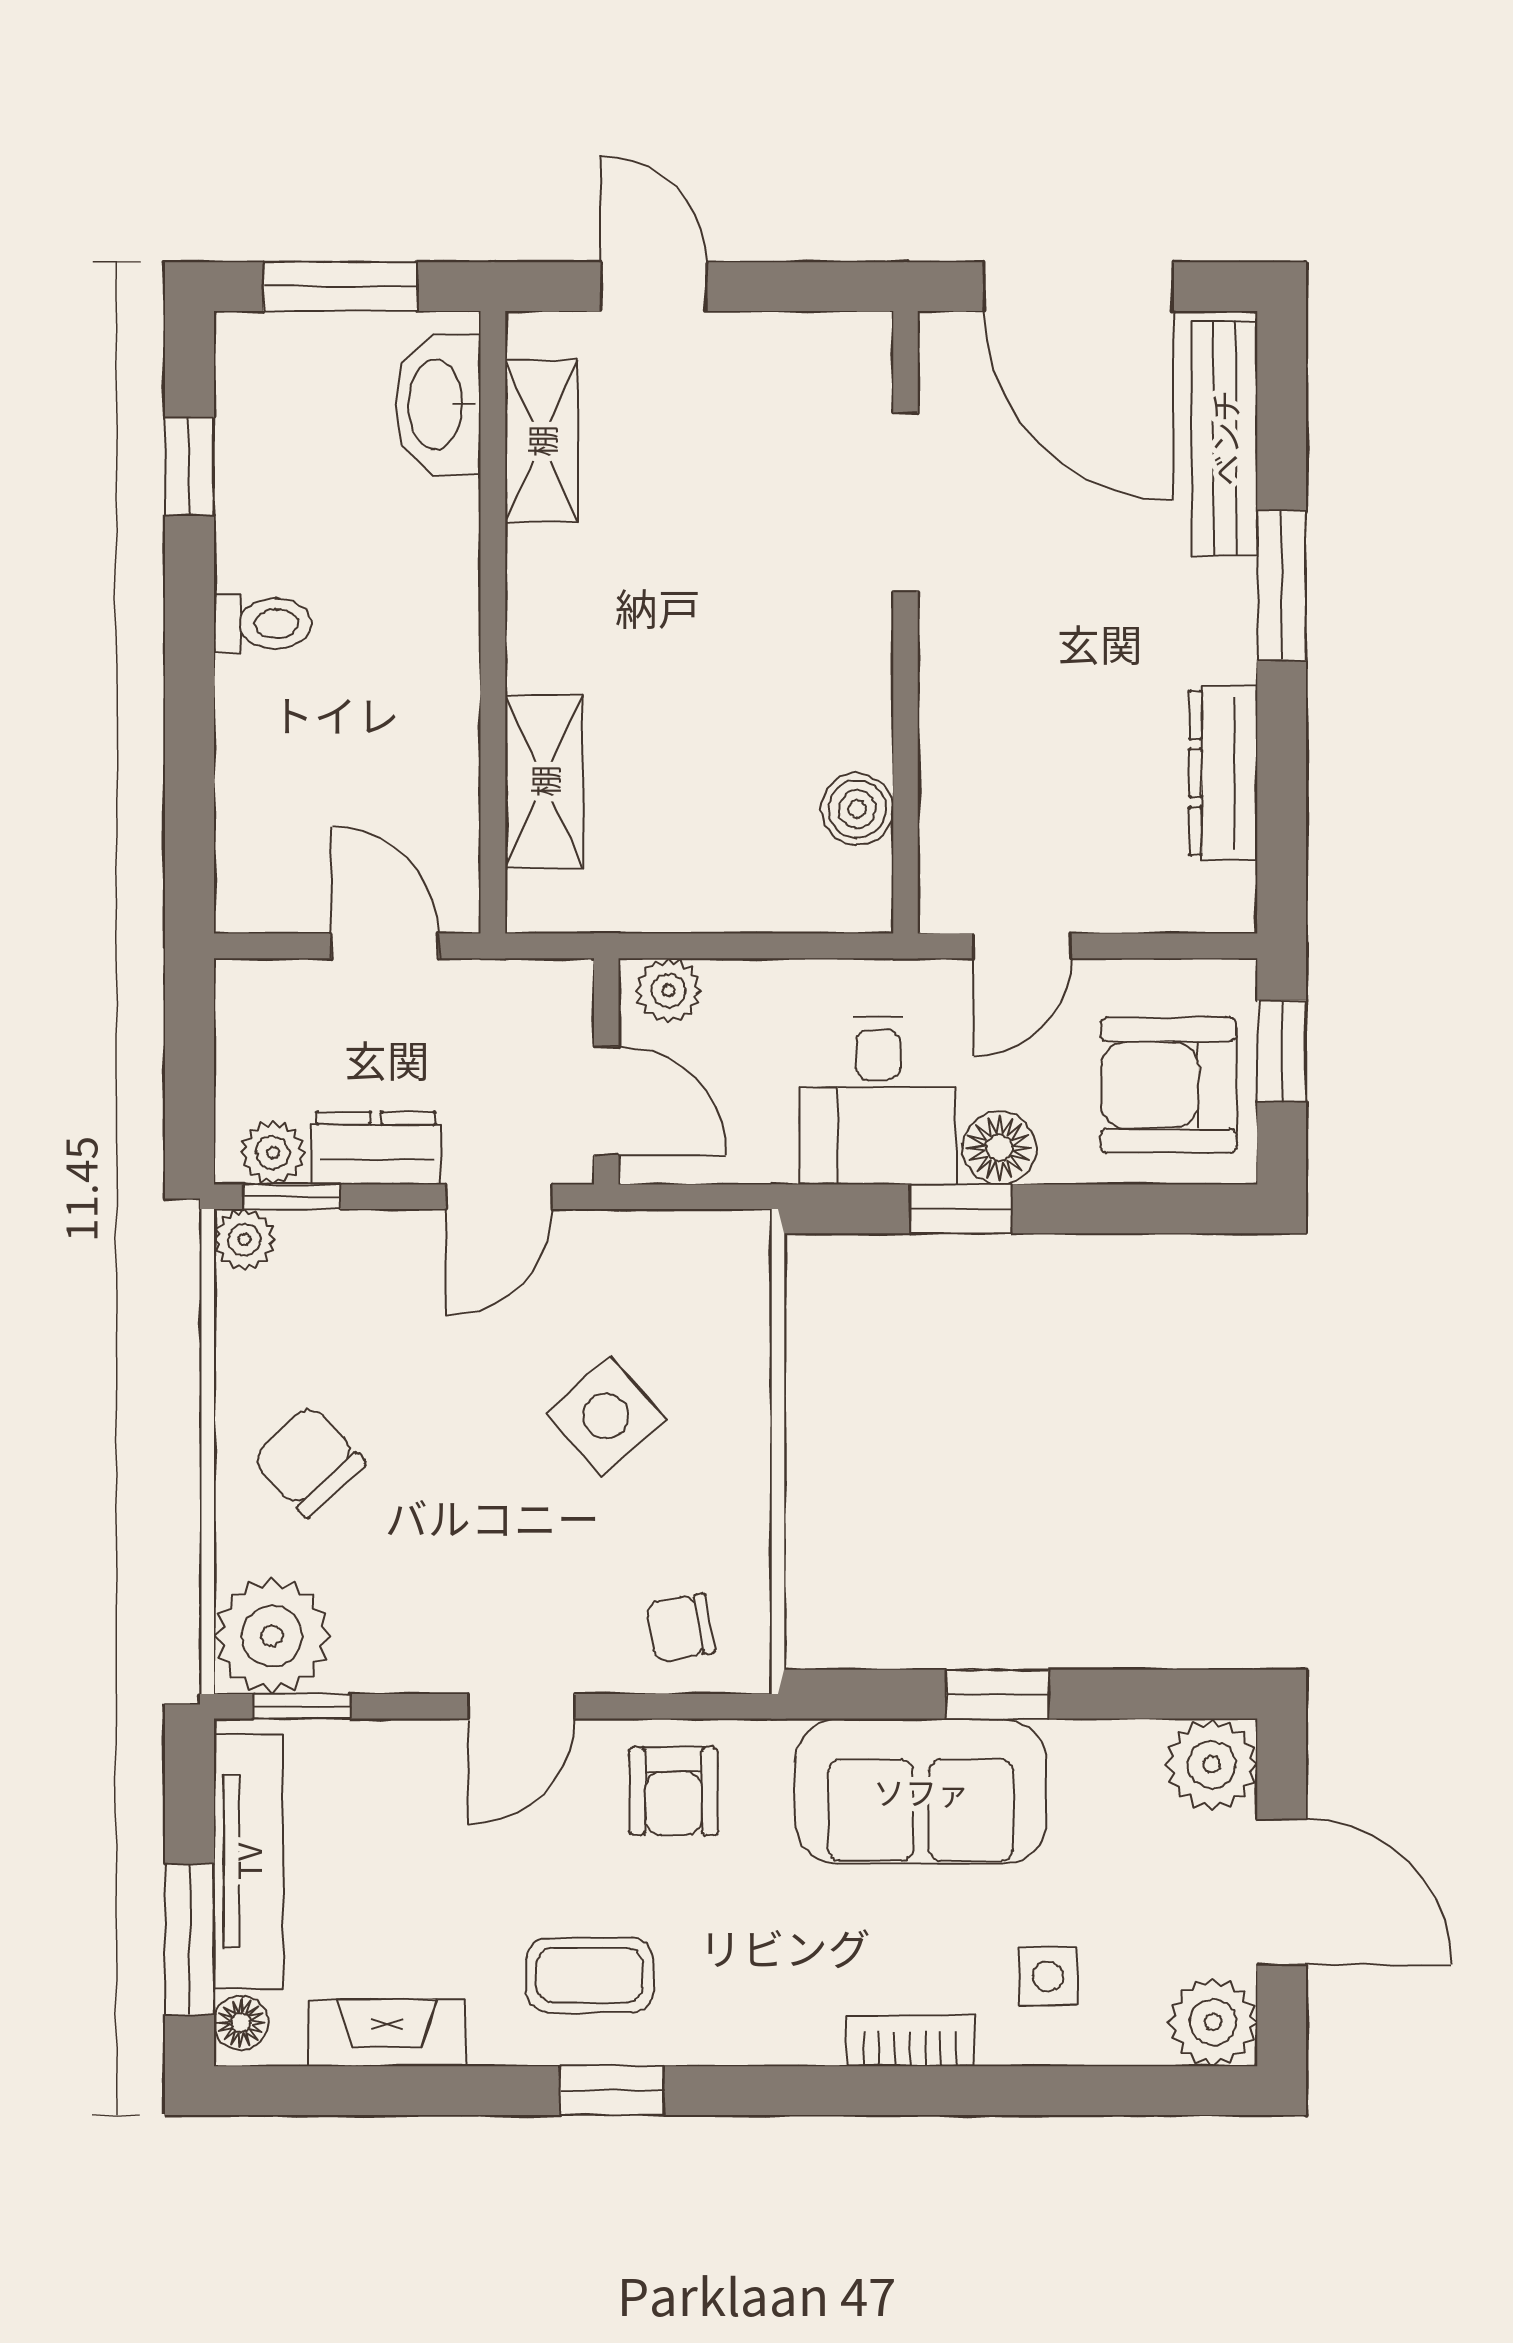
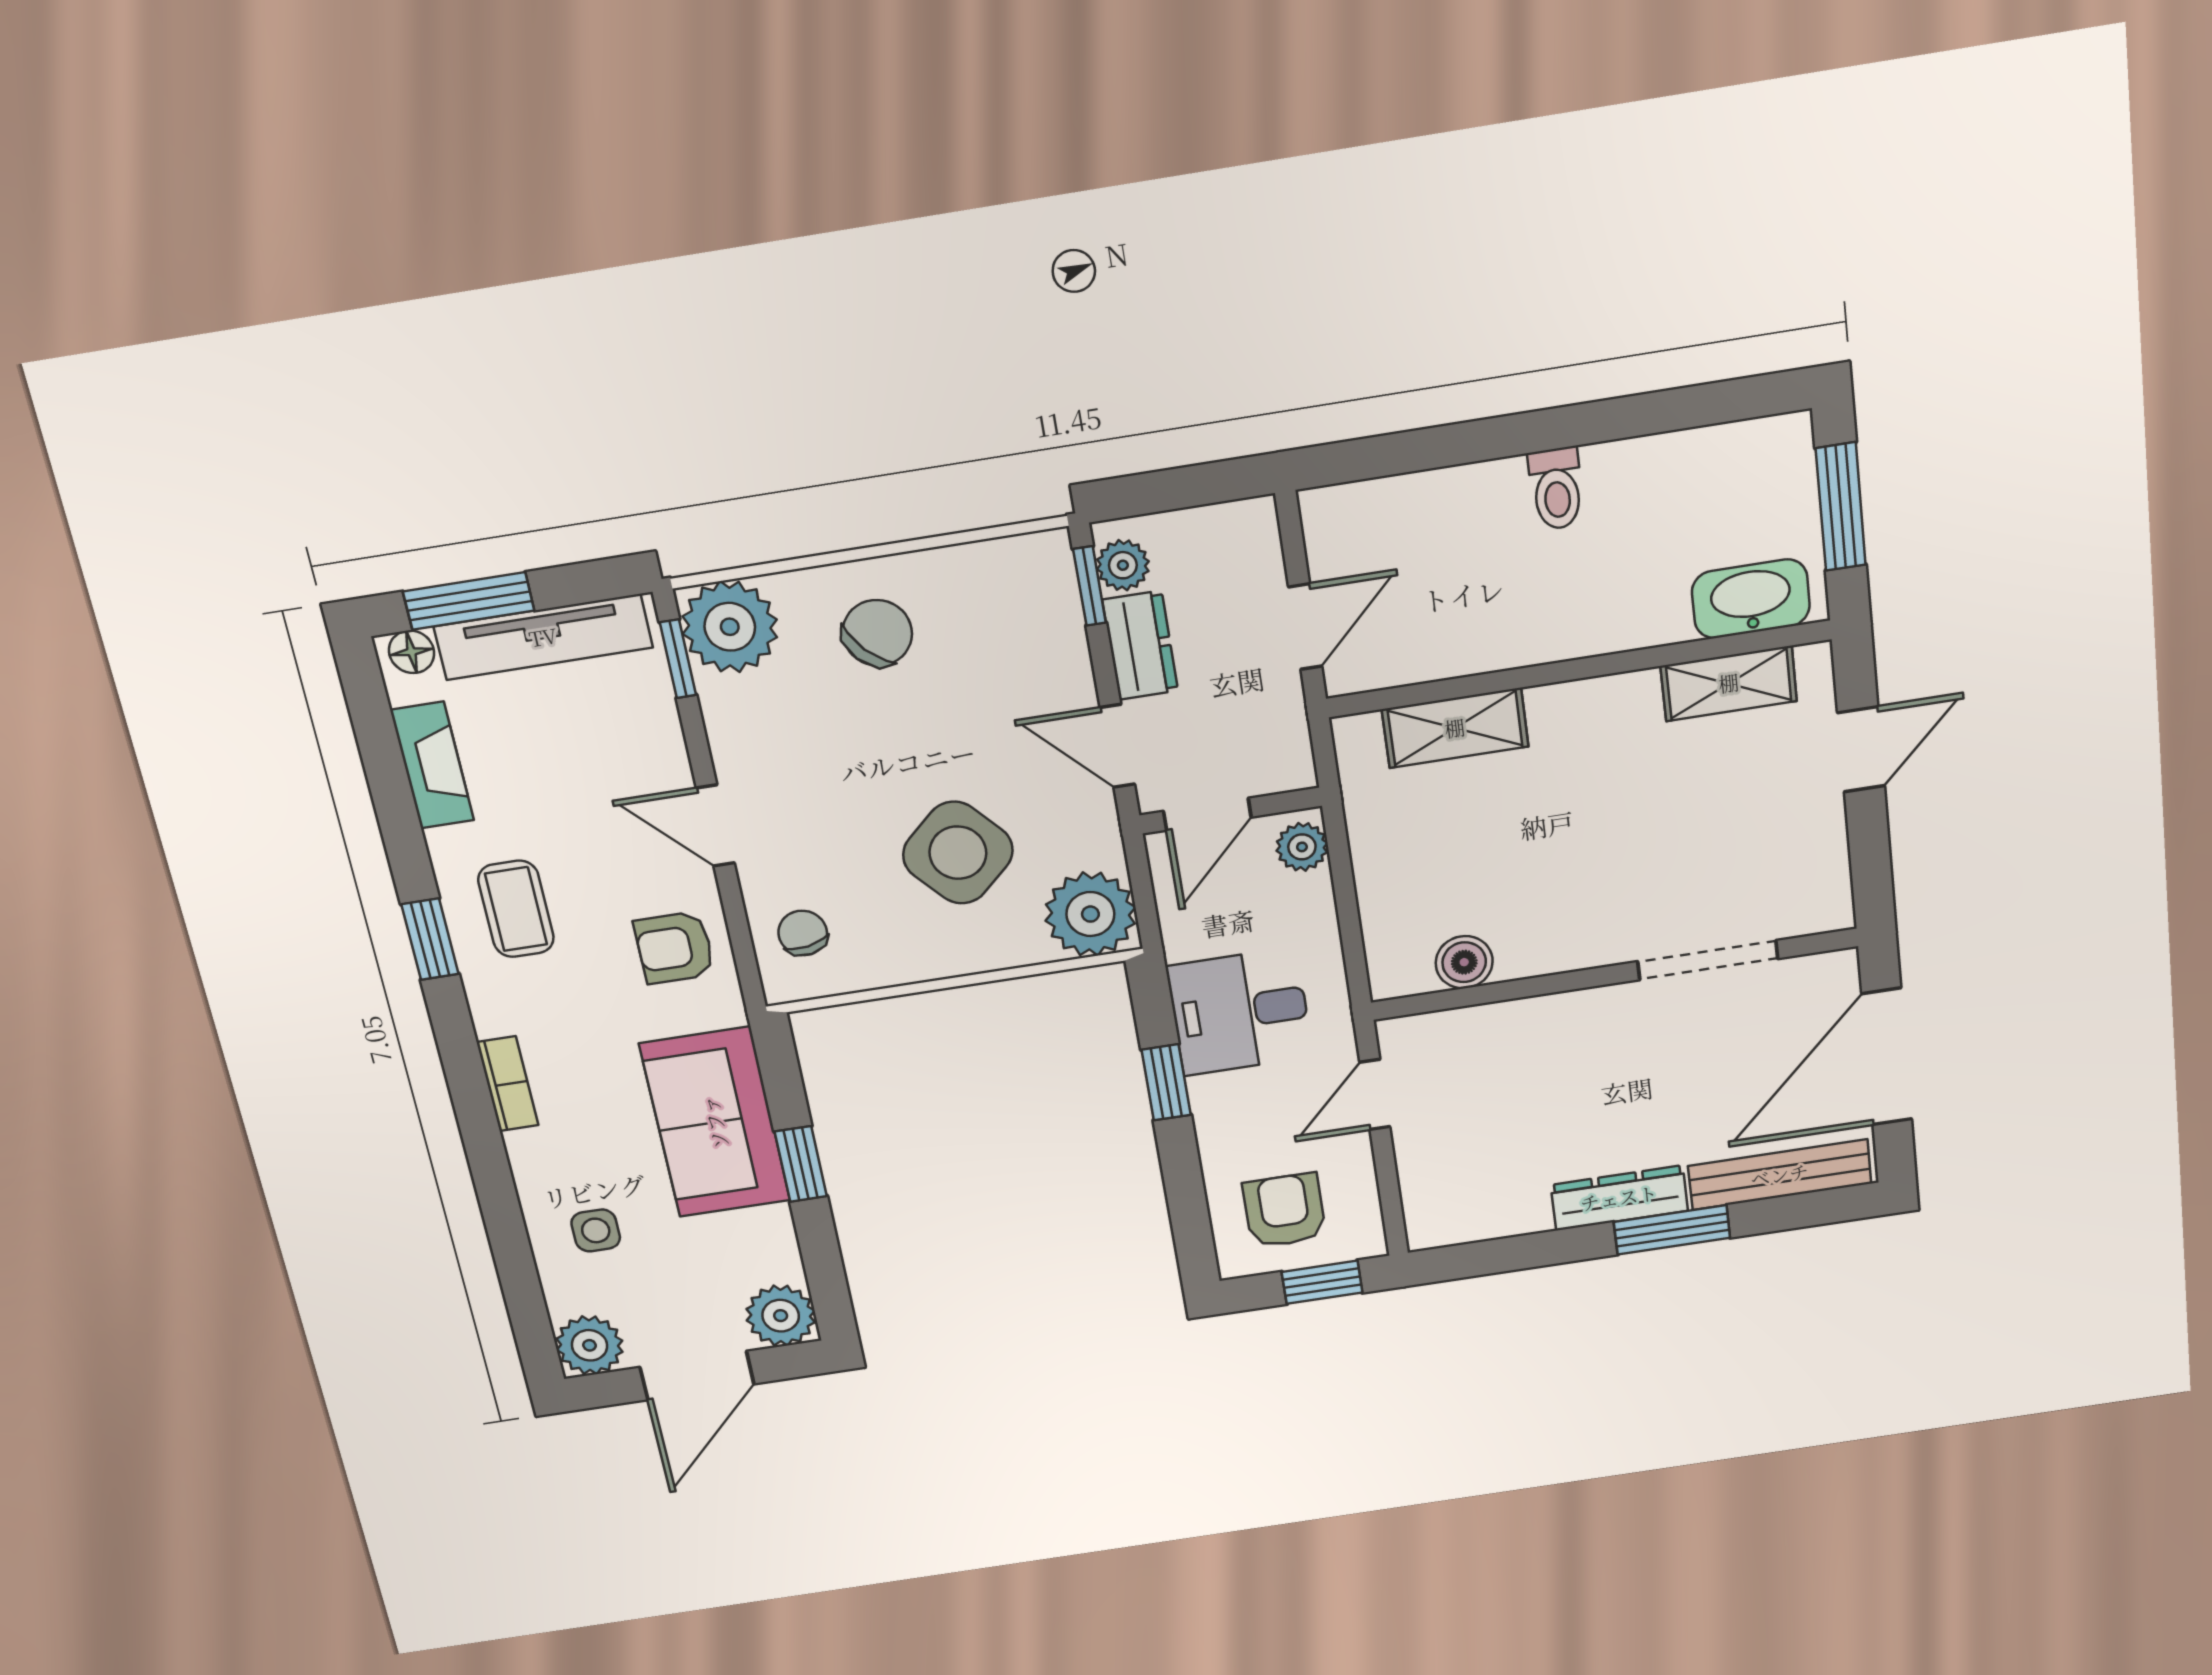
window: (189, 466) -> (1680, 409), removed
dresser: (1223, 773) -> (1619, 1198), moved
door: (1022, 946) -> (1375, 1095), hinge flipped
armchair: (1168, 1085) -> (1284, 1210), width x0.72, depth x0.72
floor lamp: (999, 1148) -> (1217, 1102), removed
plant: (244, 1239) -> (1090, 914), moved, width x1.88, depth x1.88
side table: (606, 1416) -> (958, 853), width x1.37, depth x1.37
bookcase: (910, 2041) -> (508, 1084), moved

